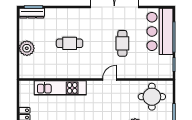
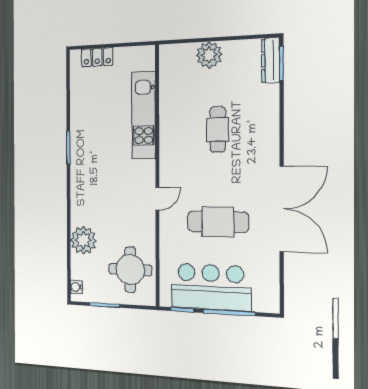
bar counter: (160, 31) -> (211, 287), moved
cafe table: (122, 43) -> (218, 222), width x1.37, depth x1.35
door: (109, 80) -> (157, 199), hinge flipped

